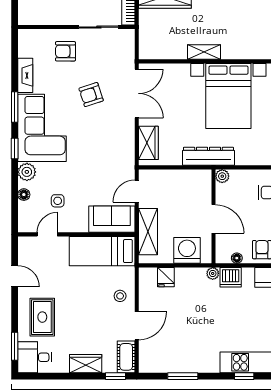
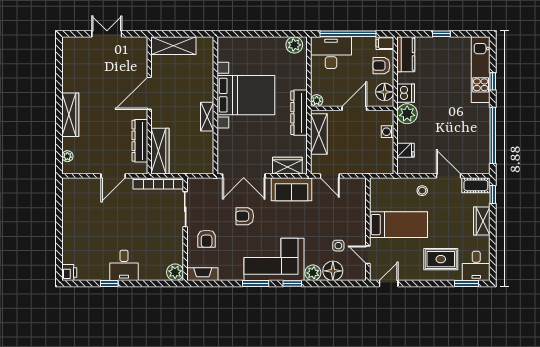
plant: (27, 16) -> (175, 272), added
fireplace: (25, 75) -> (203, 274), moved
double door: (137, 93) -> (244, 176), swing flipped
armchair: (91, 95) -> (245, 216), turned 108
floor lamp: (24, 195) -> (333, 271), width x1.89, depth x1.89
sofa: (112, 219) -> (292, 189), moved, turned -90
shelving: (148, 232) -> (319, 134), moved, turned 90
washing machine: (187, 250) -> (387, 132), width x0.53, depth x0.53
bed: (102, 251) -> (399, 225), moved, turned -90
floor lamp: (237, 258) -> (385, 92), width x1.89, depth x1.89
plant: (213, 273) -> (407, 114), width x1.87, depth x1.87
door: (15, 276) -> (389, 284), moved
window: (183, 376) -> (493, 135), width x2.11

